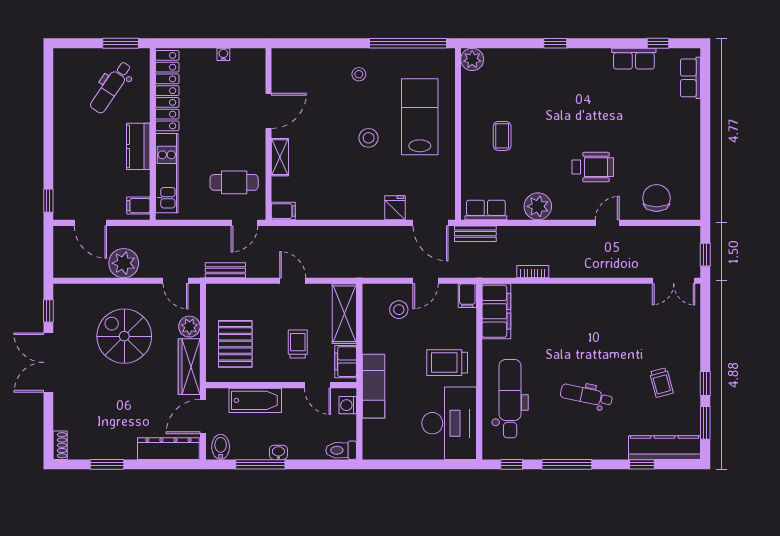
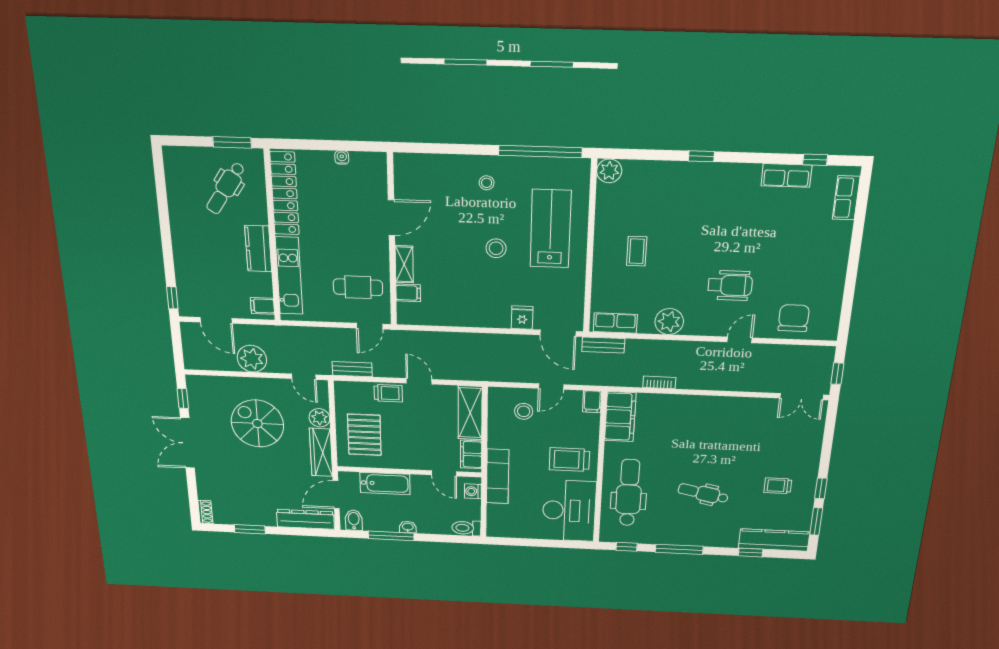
filing cabinet: (283, 211) -> (408, 293), moved
trolley: (298, 344) -> (388, 393), moved, turned 90
trolley: (661, 383) -> (778, 486), turned 105

